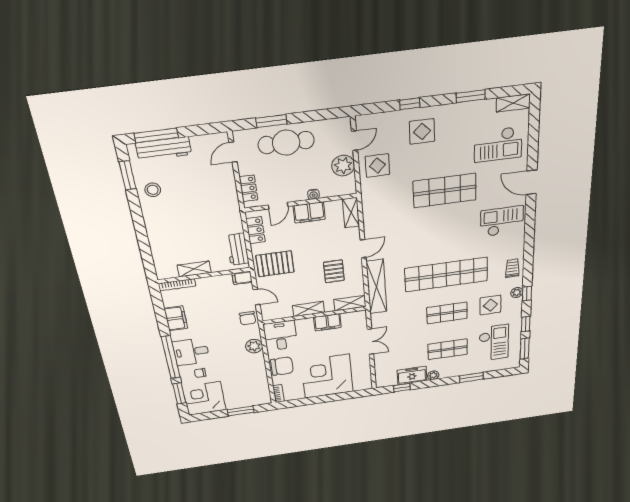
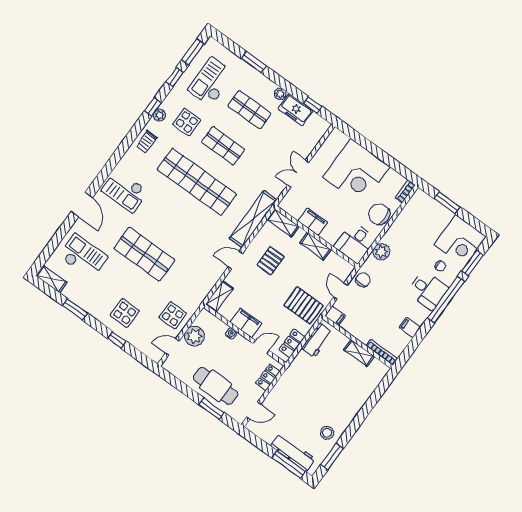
filing cabinet: (176, 318) -> (410, 327), width x0.50

